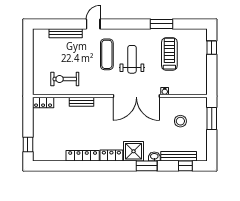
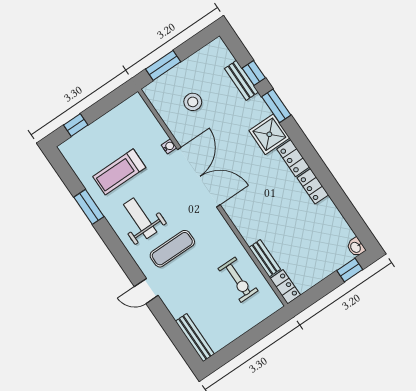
bench: (66, 33) -> (195, 338), moved
weight bench: (132, 59) -> (140, 218), moved, turned 90
bench: (81, 102) -> (265, 258), moved
locker: (83, 156) -> (313, 186), width x0.66
bench: (179, 156) -> (241, 80), width x0.73
washbasin: (154, 157) -> (356, 247), moved
window: (185, 166) -> (254, 73), moved

